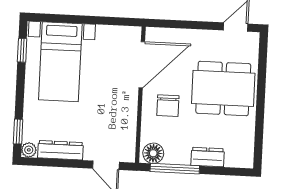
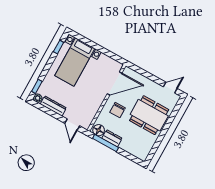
dresser: (208, 157) -> (112, 138), moved

